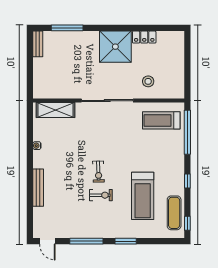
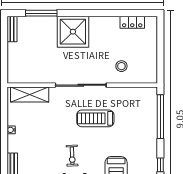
locker: (144, 37) -> (132, 22), moved
shower: (115, 47) -> (73, 32), moved
treadmill: (161, 120) -> (95, 118), moved

